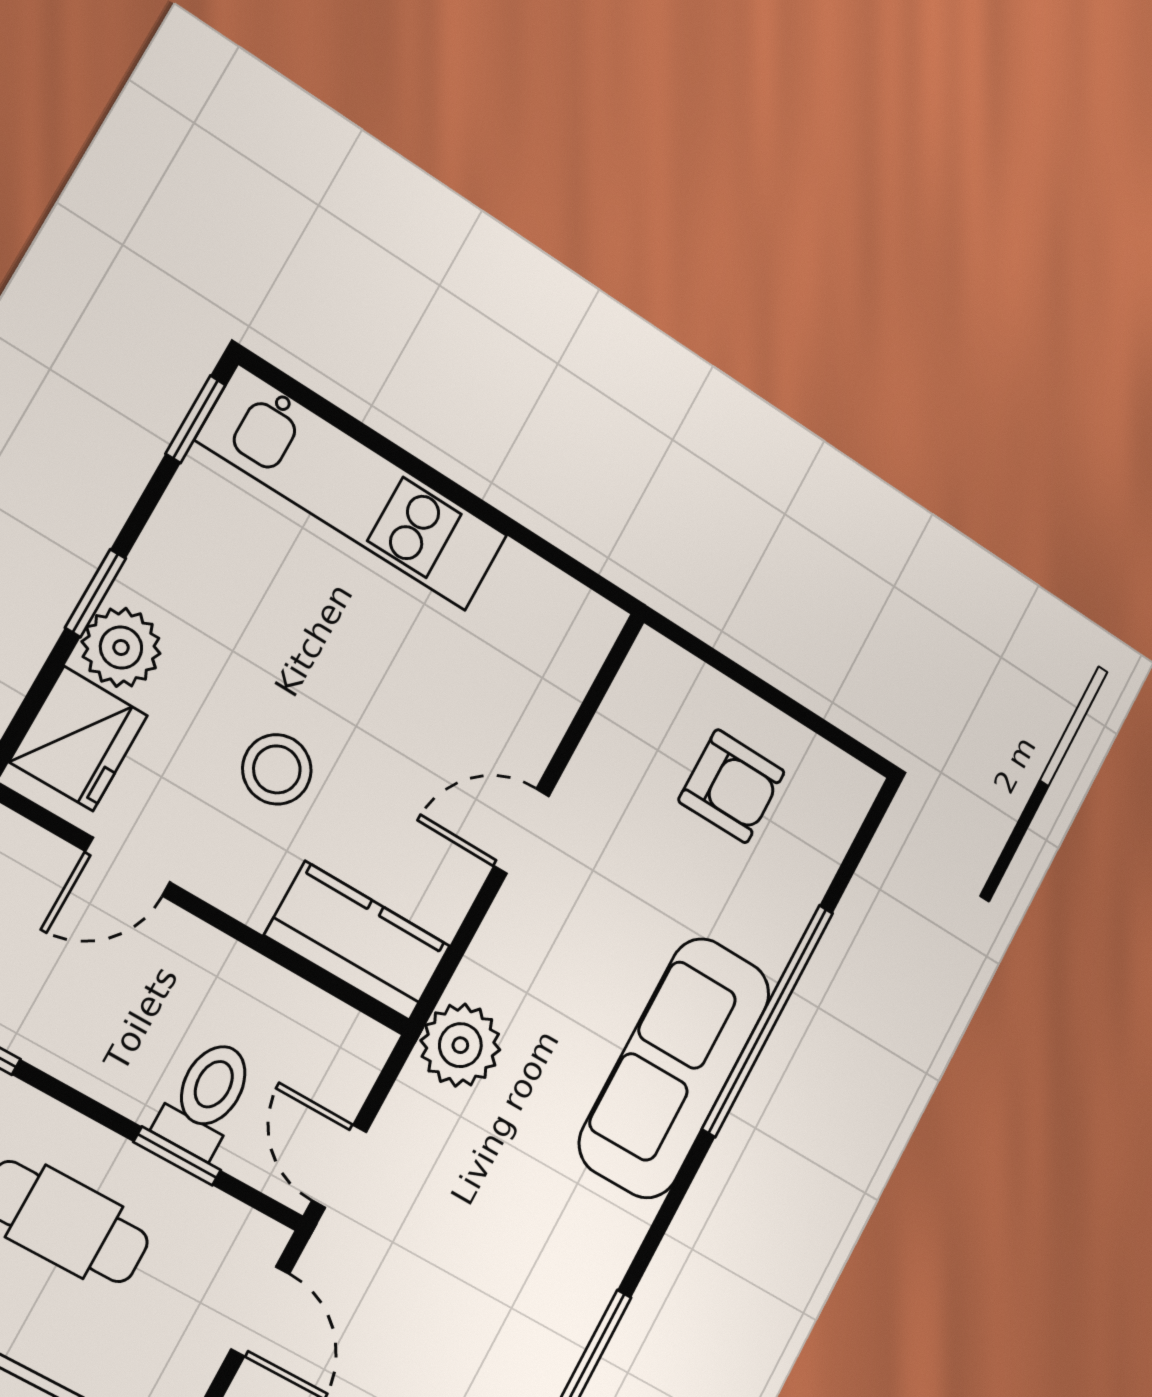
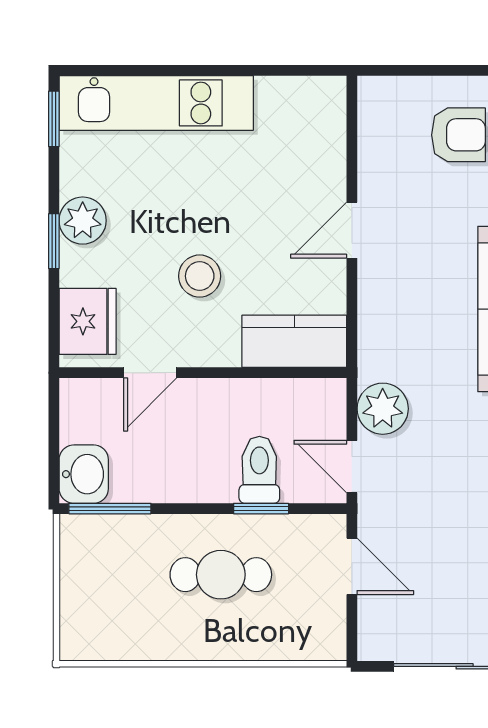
plant: (121, 647) -> (83, 221), moved
plant: (460, 1045) -> (383, 409), moved

